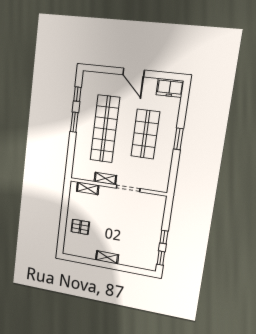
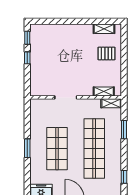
window: (74, 122) -> (124, 130), moved
shelving: (105, 178) -> (111, 103), moved
shelving: (107, 257) -> (104, 29), moved

